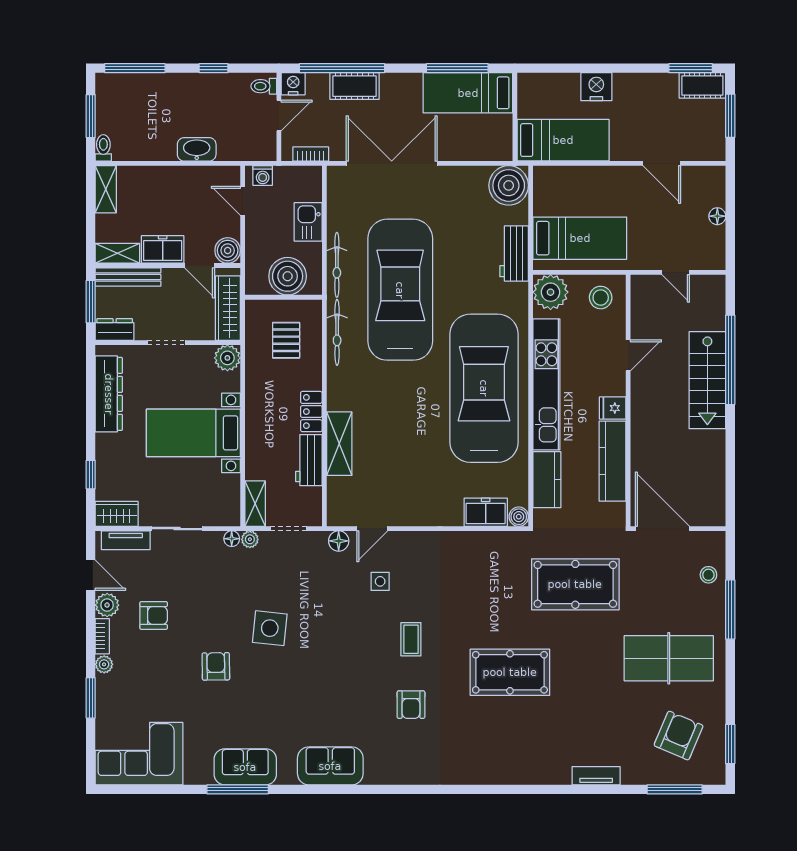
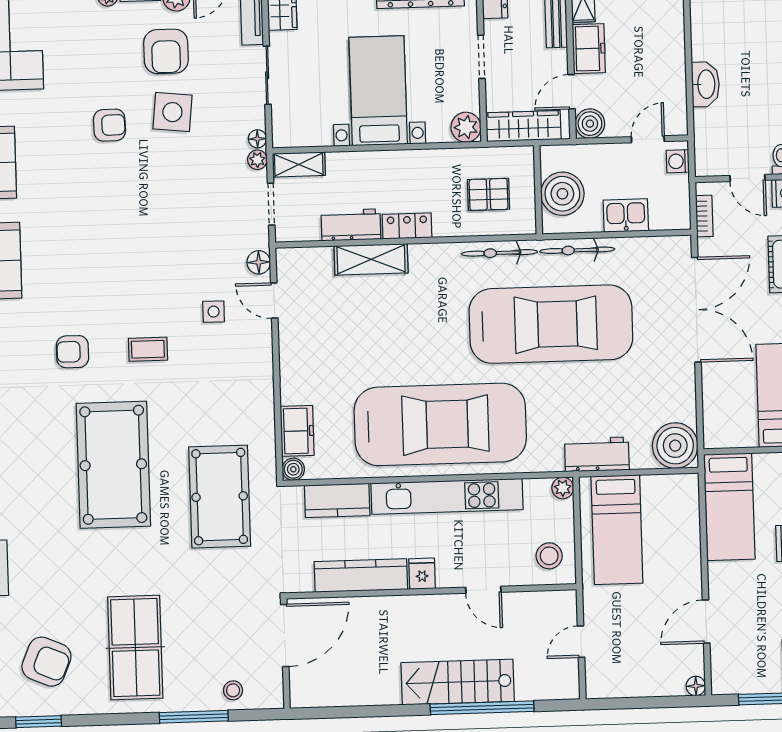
floor lamp: (717, 216) -> (696, 686), moved
plant: (551, 292) -> (563, 488), width x0.53, depth x0.53
pool table: (575, 584) -> (220, 497), moved
armchair: (154, 615) -> (166, 51), width x1.38, depth x1.38
side table: (270, 628) -> (172, 112), moved
pool table: (510, 672) -> (113, 465), width x1.36, depth x1.32

